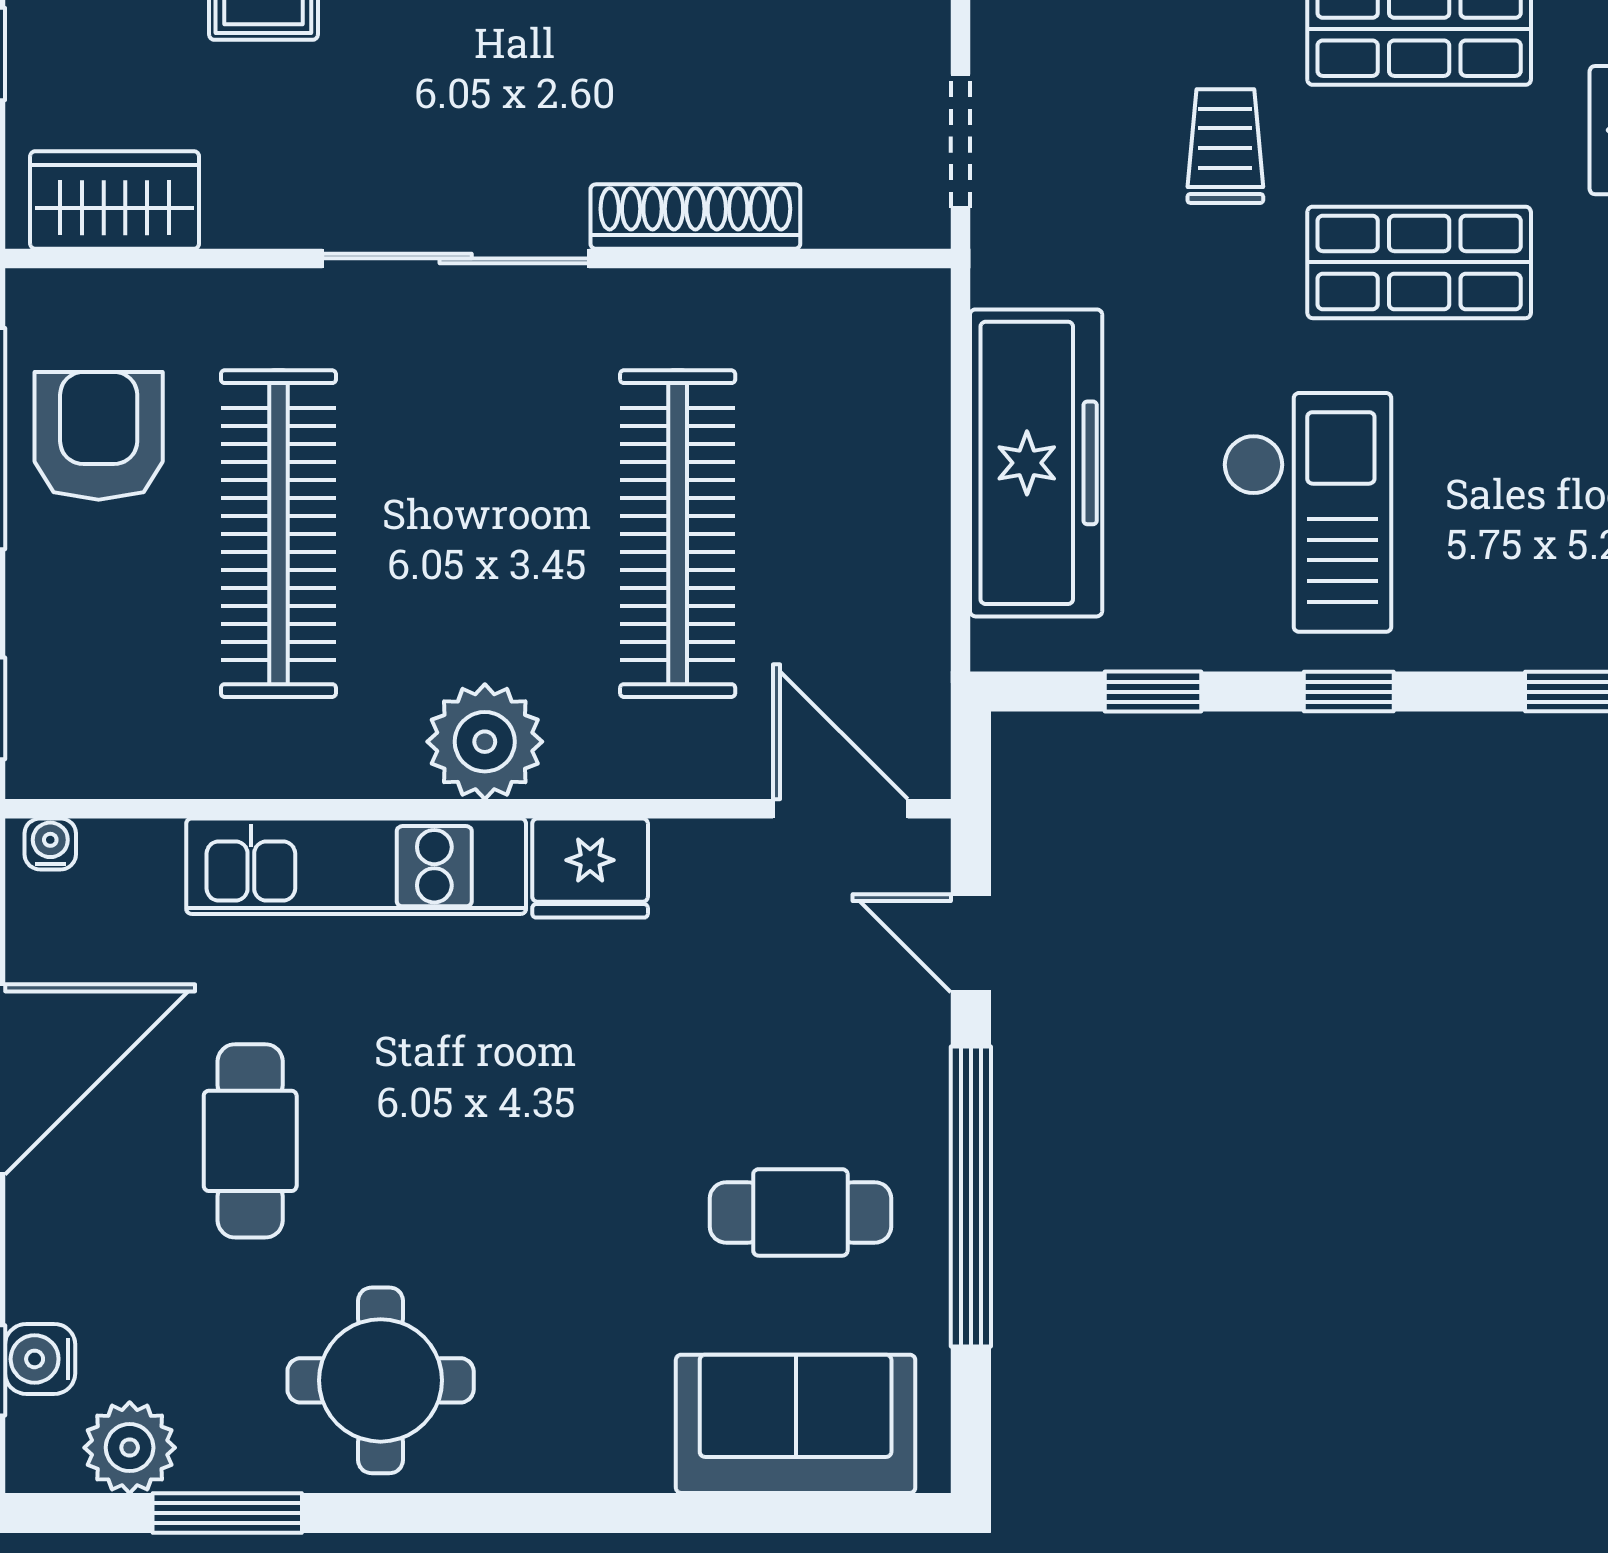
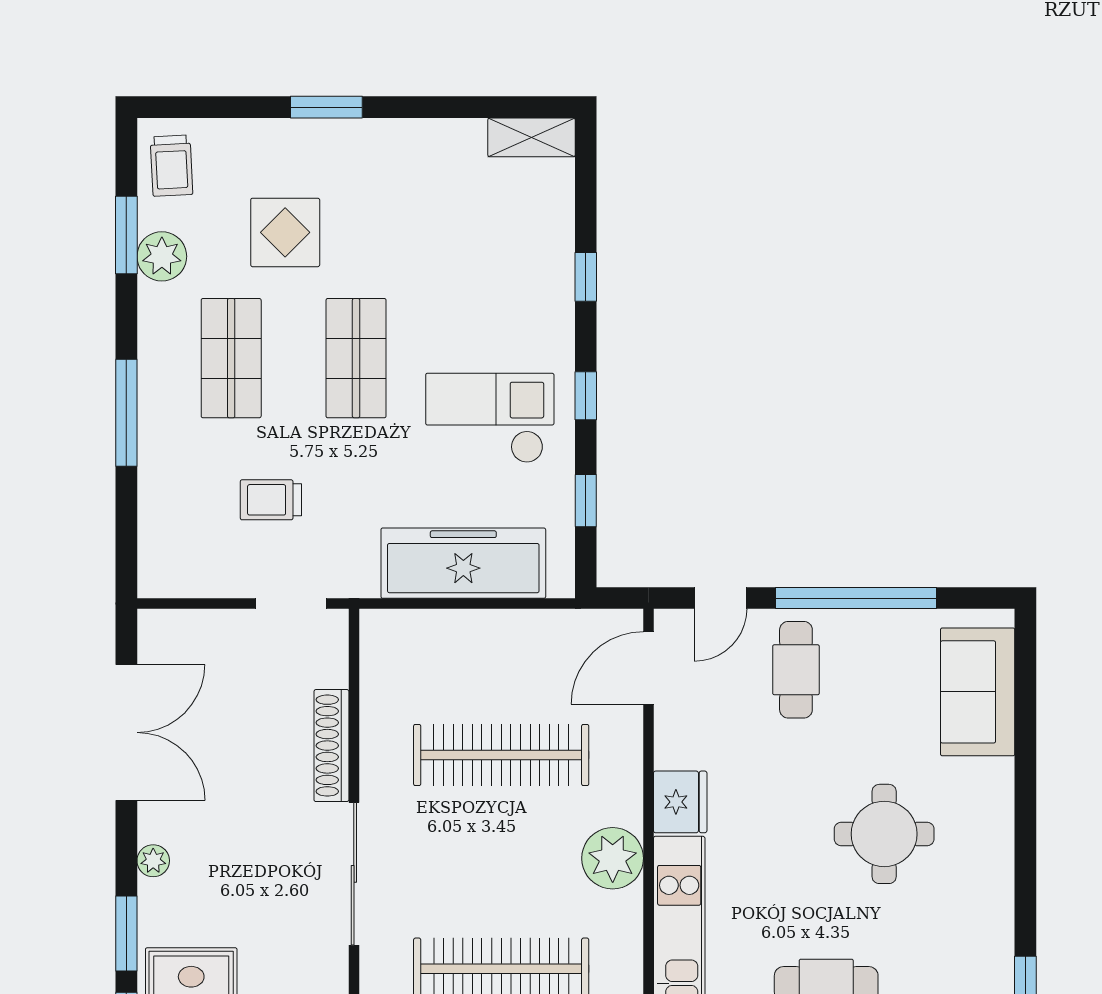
trolley: (1225, 146) -> (271, 500), moved
cafe table: (800, 1212) -> (796, 670), moved
round table: (381, 1380) -> (884, 834), moved

